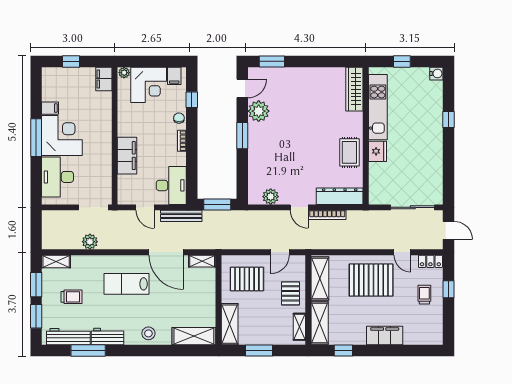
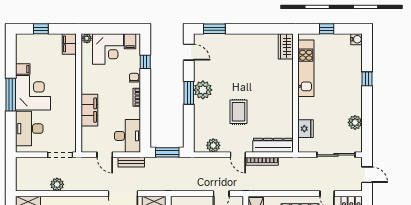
door: (242, 88) -> (189, 52), hinge flipped
wardrobe: (354, 89) -> (286, 46), width x0.67
plant: (259, 111) -> (203, 90), moved
fridge: (377, 151) -> (306, 129), moved
rug: (349, 152) -> (239, 112), moved
plant: (435, 170) -> (355, 122), added
bench: (181, 216) -> (131, 162), width x0.73

